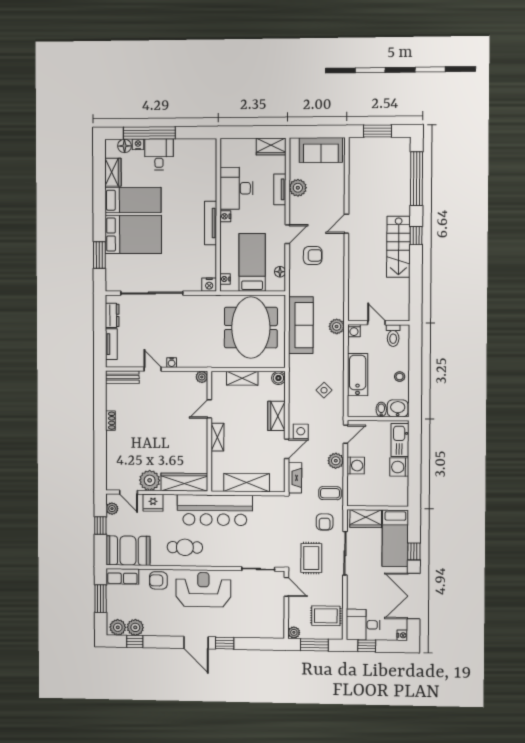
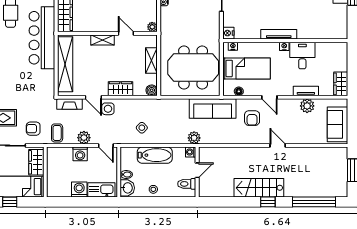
desk: (236, 188) -> (302, 55), width x0.73
sofa: (301, 325) -> (213, 109), moved
shelving: (247, 483) -> (65, 64), width x1.47

